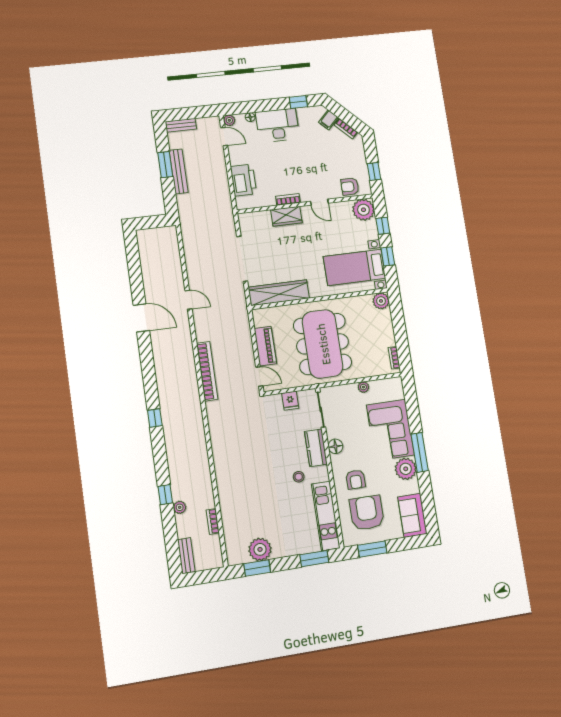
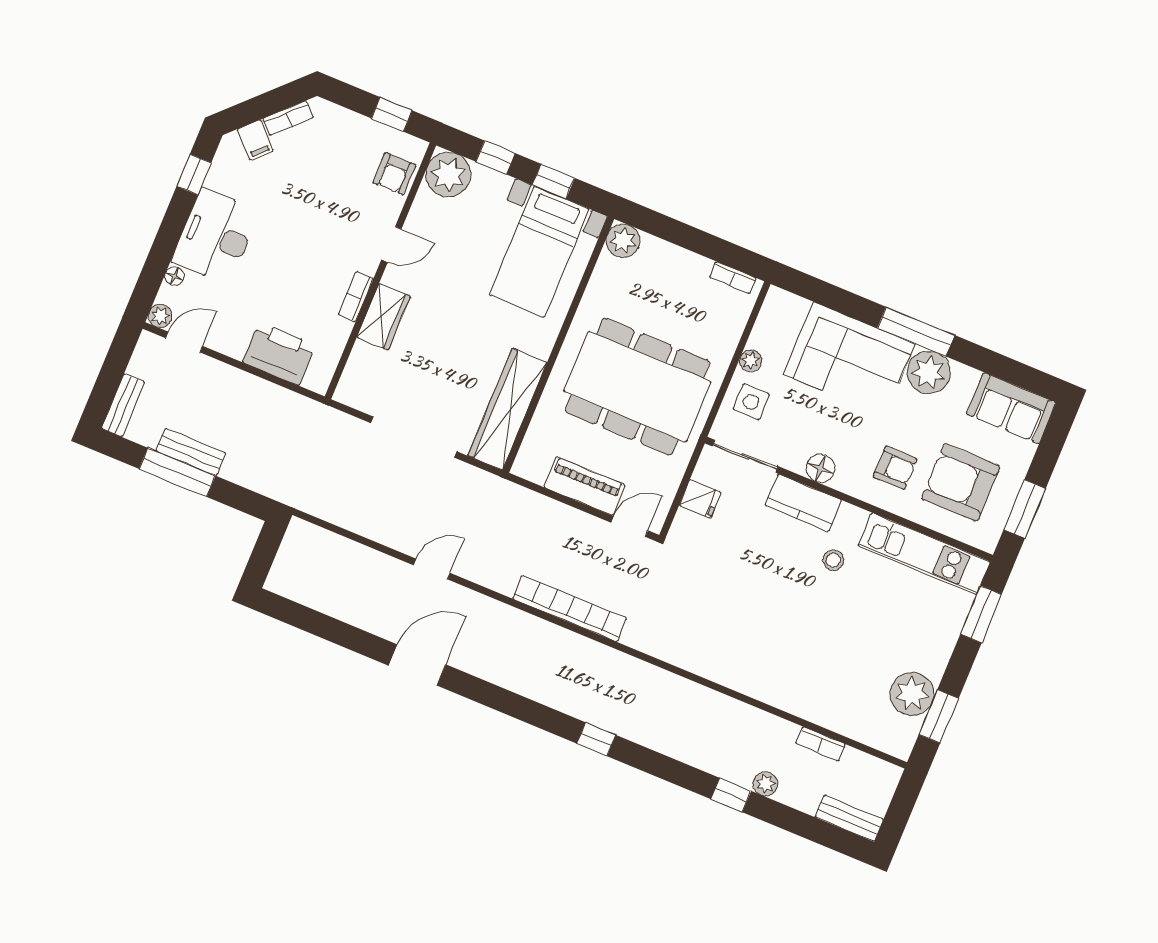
window: (165, 165) -> (177, 472), width x1.44
bench: (179, 171) -> (191, 452), width x0.73
side table: (346, 398) -> (751, 402), added

